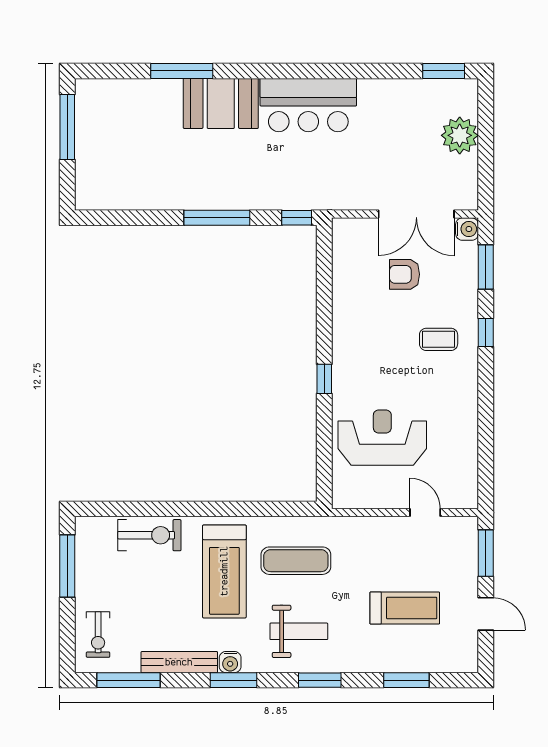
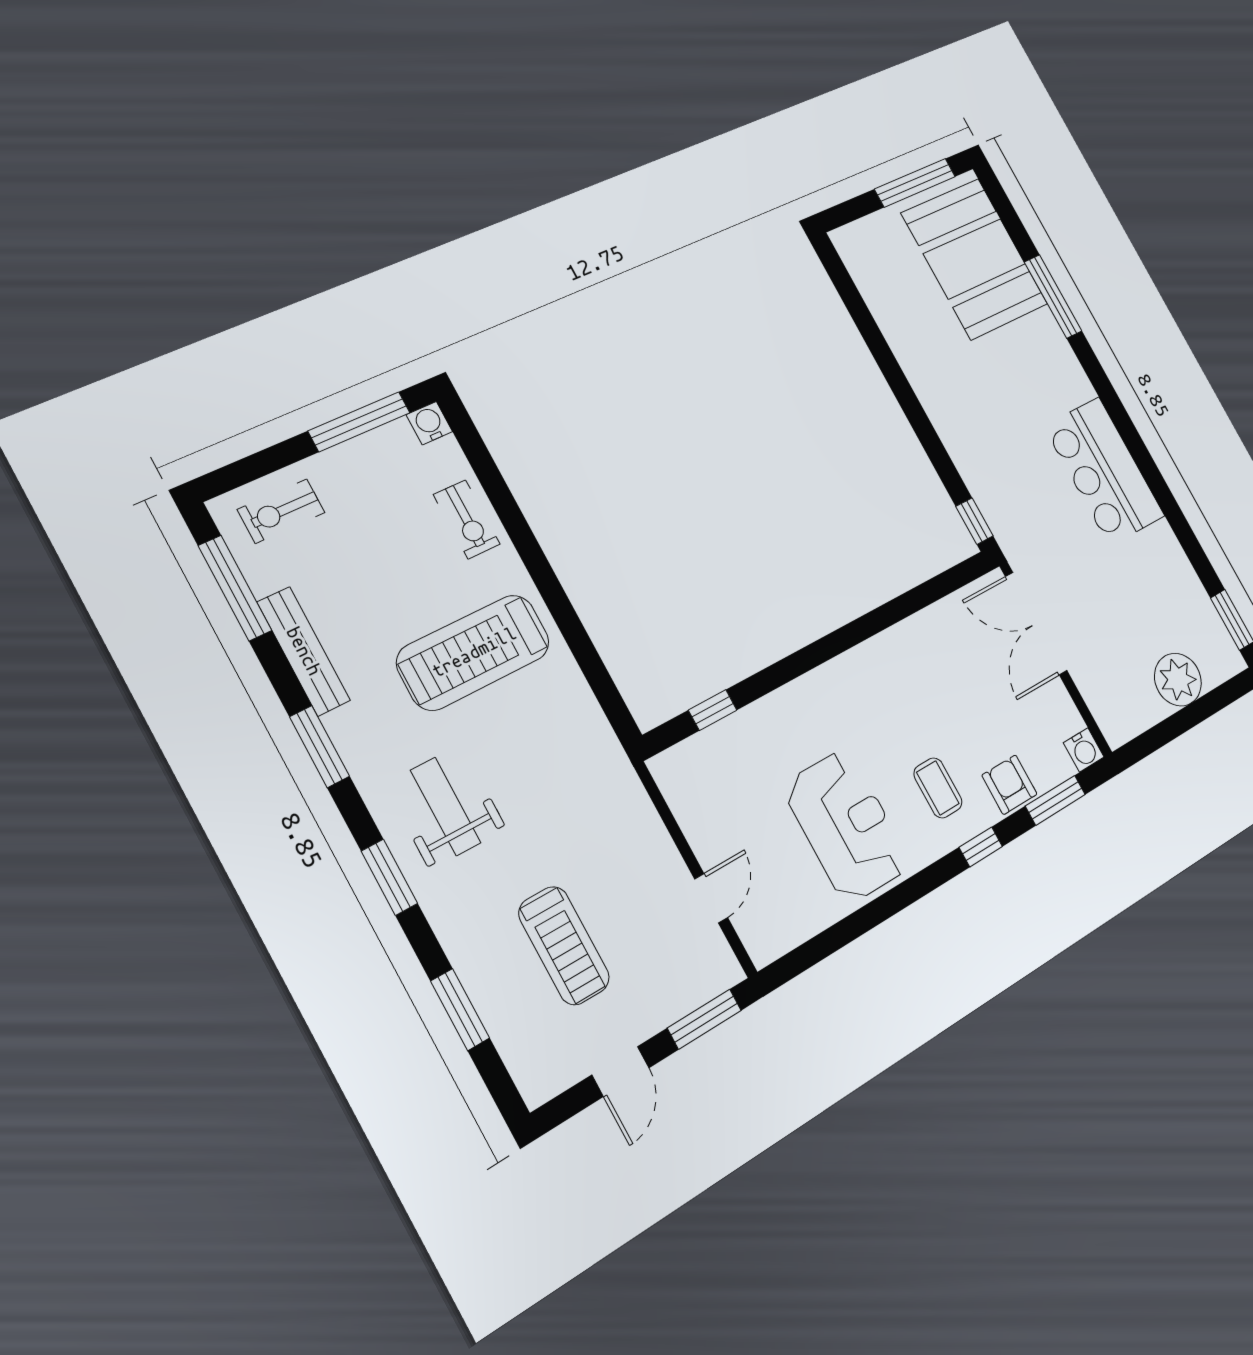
booth: (221, 103) -> (975, 259), moved, width x1.36, depth x1.42
double door: (416, 214) -> (1036, 624), moved
window: (217, 218) -> (918, 418), removed
armchair: (405, 274) -> (1009, 785), moved
window: (324, 379) -> (713, 710), moved
reception desk: (382, 438) -> (847, 826), moved
exercise bike: (149, 535) -> (467, 519), width x0.73, depth x0.72
exercise mat: (296, 561) -> (545, 748), removed
weight bench: (299, 631) -> (446, 807), turned 180
water cooler: (230, 662) -> (429, 423), moved, turned 90

